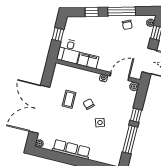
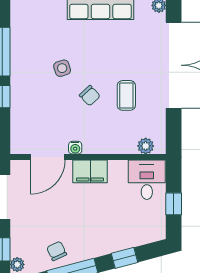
filing cabinet: (88, 61) -> (90, 171), moved
plant: (134, 86) -> (146, 146), moved

